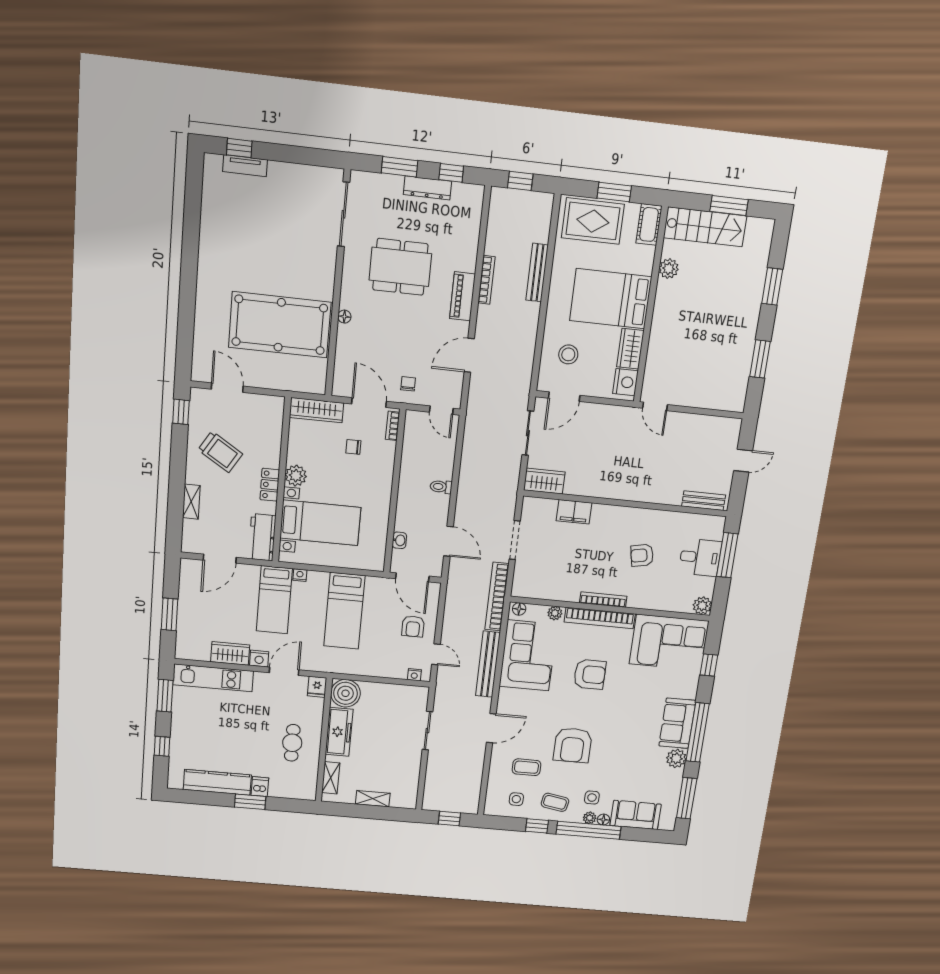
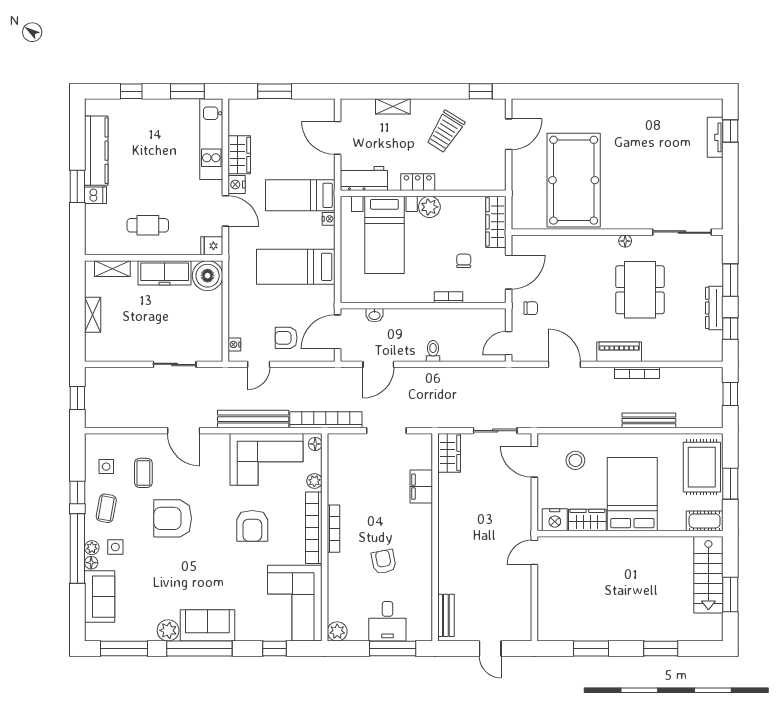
plant: (669, 269) -> (666, 546), removed
floor lamp: (344, 317) -> (625, 241), moved
bookcase: (393, 426) -> (448, 297), moved

